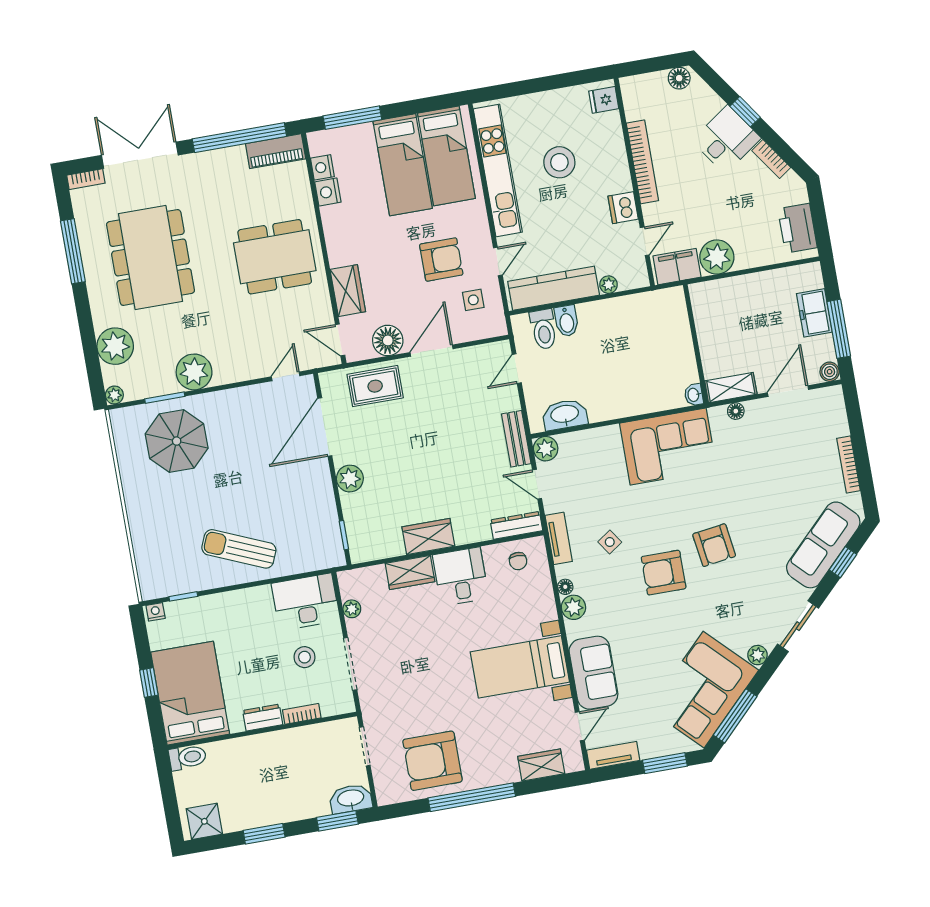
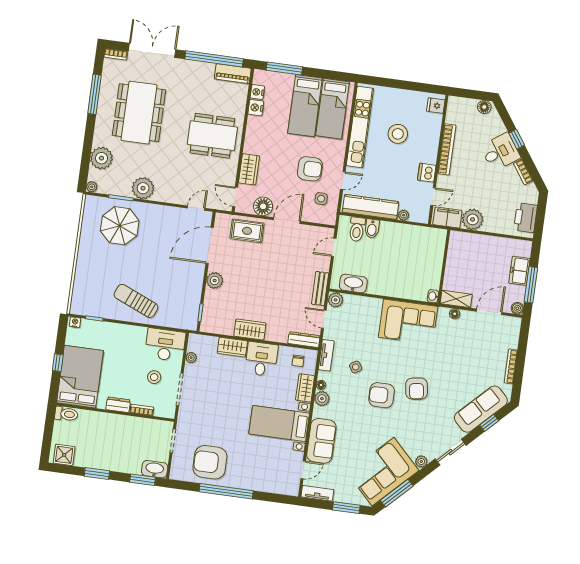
wardrobe: (541, 765) -> (305, 388), moved, turned -90

